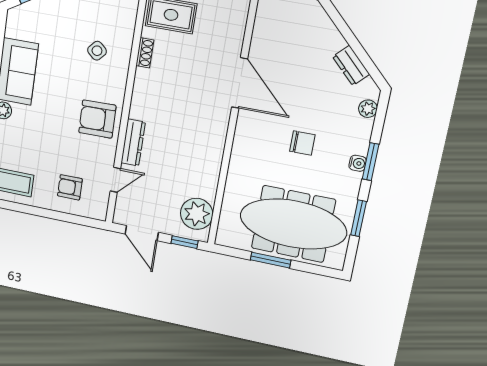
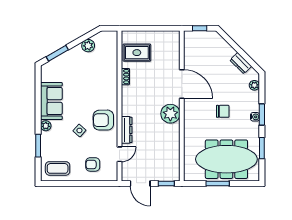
side table: (97, 51) -> (79, 130), moved
plant: (197, 214) -> (170, 114), moved

